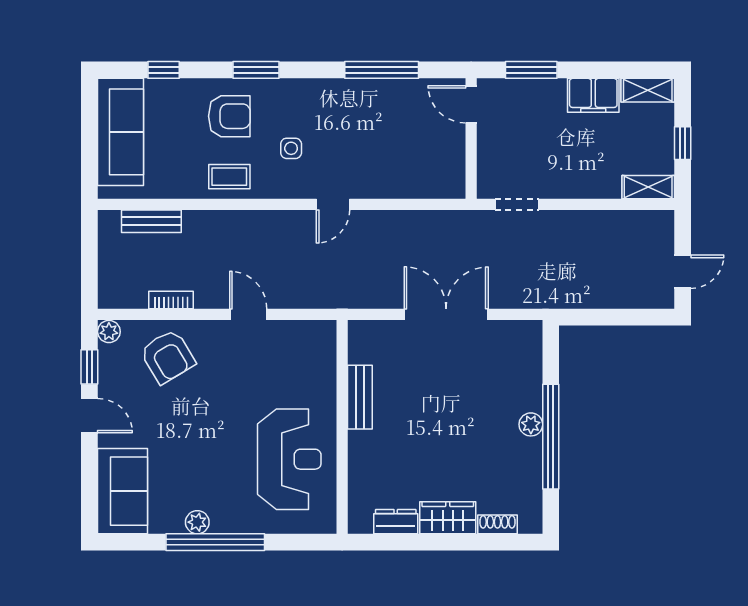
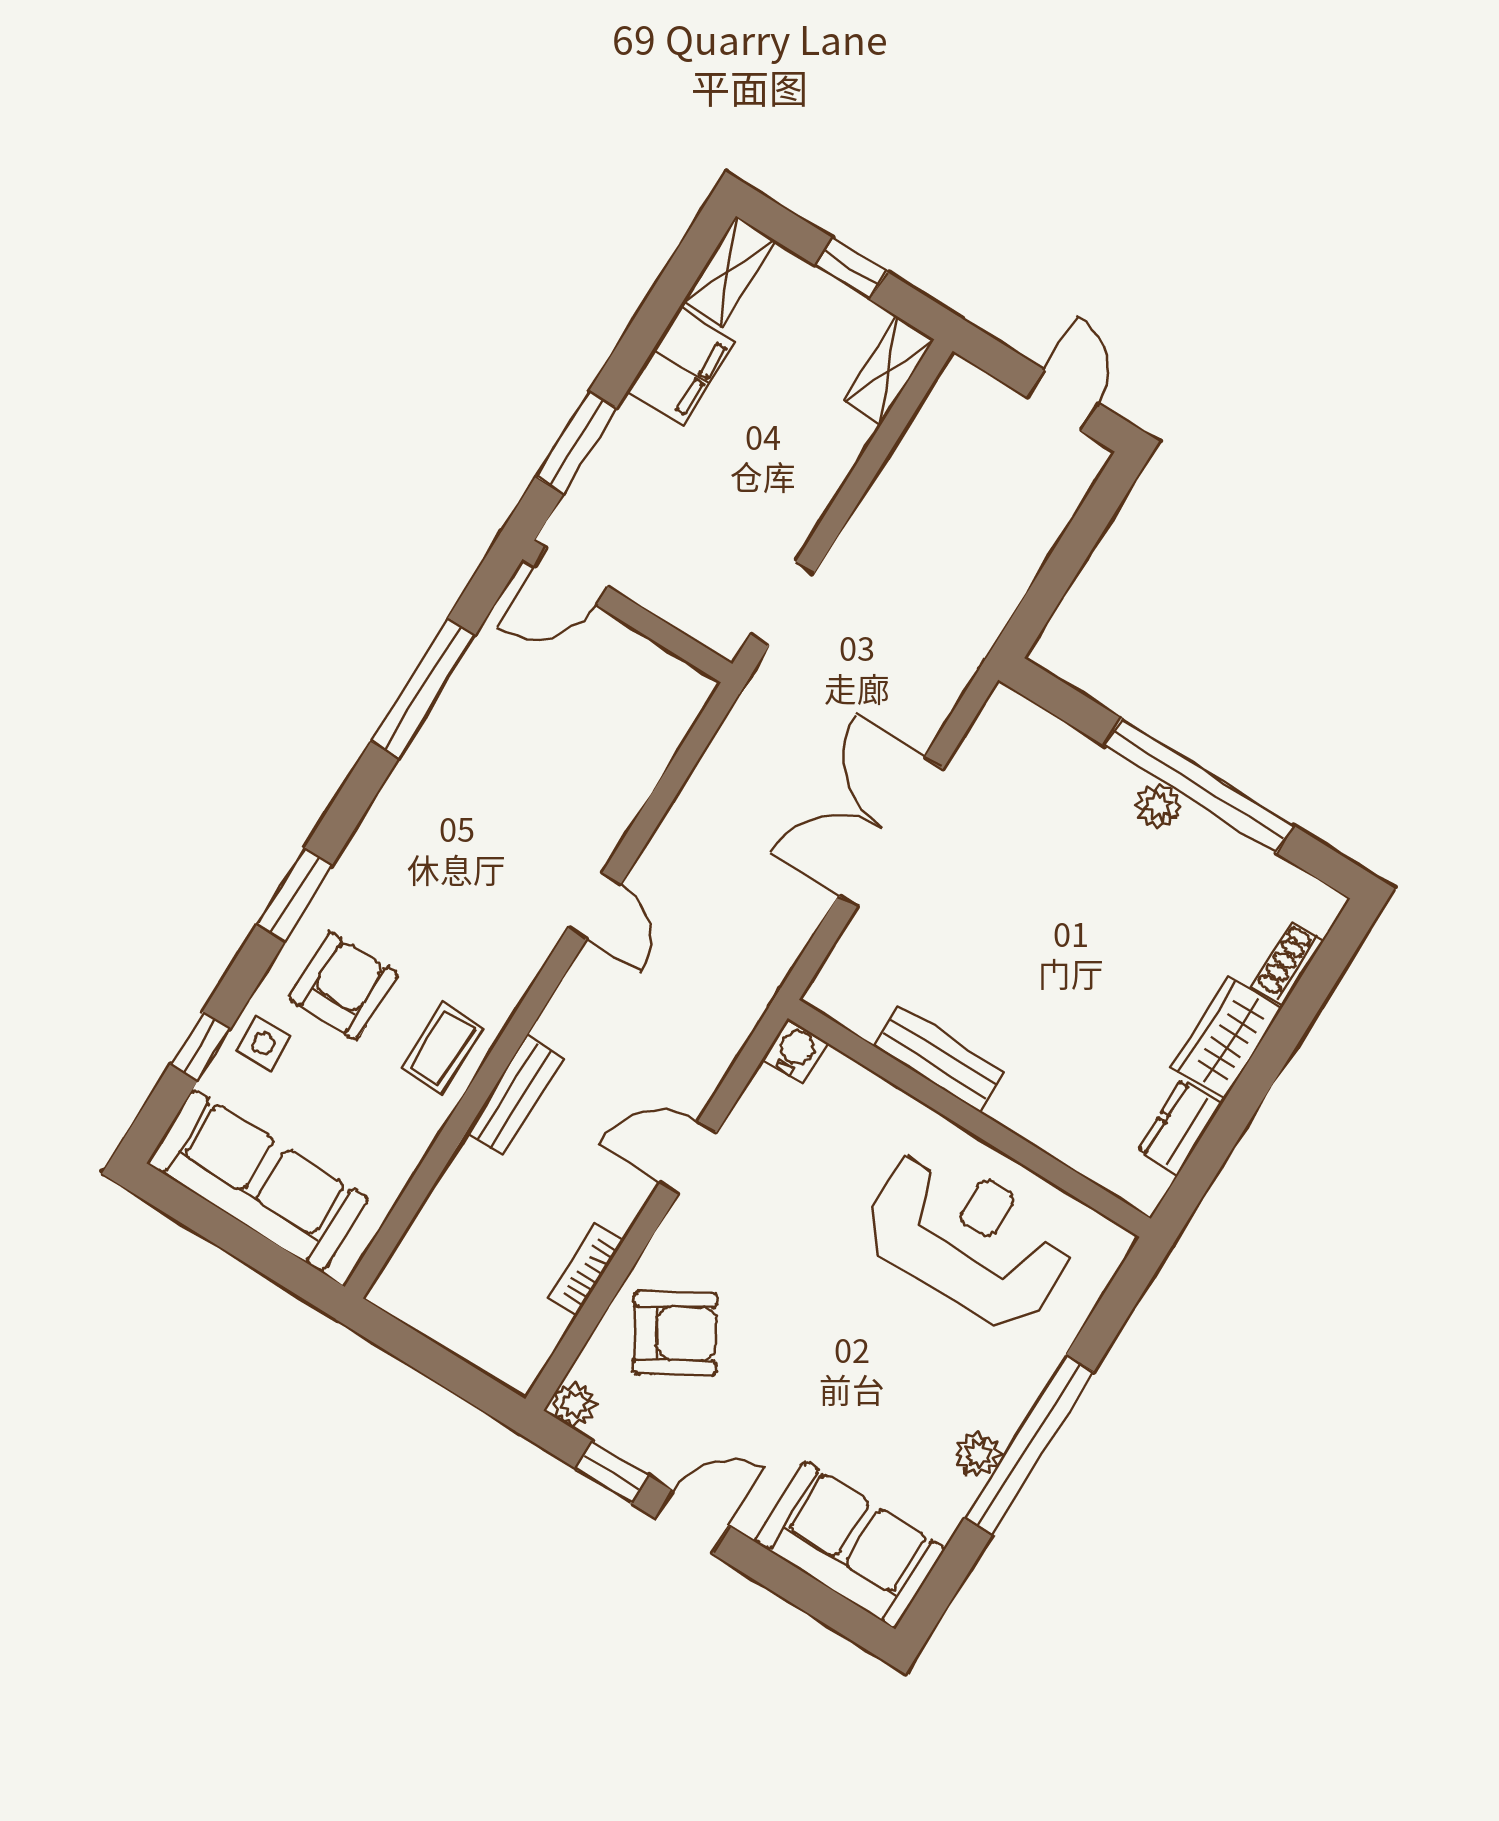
side table: (291, 148) -> (264, 1044), moved
bench: (151, 221) -> (515, 1096), moved
water cooler: (324, 332) -> (795, 1051), added

